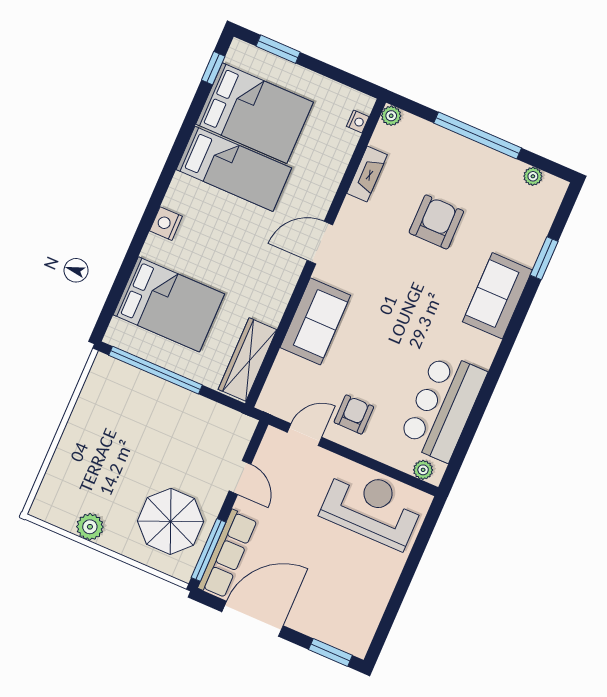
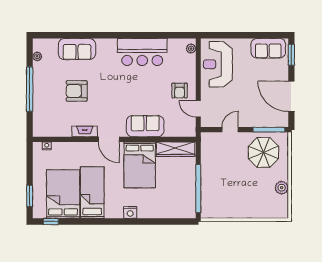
plant: (391, 116) -> (38, 132), removed
fireplace: (367, 174) -> (85, 131), moved
window: (544, 258) -> (72, 35), removed
sofa: (497, 296) -> (77, 49), moved
bed: (169, 304) -> (140, 165), moved, turned 180
bar counter: (443, 407) -> (142, 52), moved
armchair: (354, 414) -> (180, 91), turned -90
row of seats: (228, 554) -> (267, 120), removed
sofa: (361, 614) -> (268, 48), added

